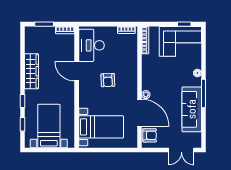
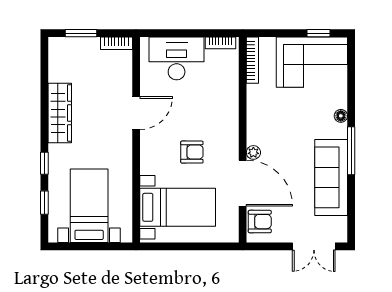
desk: (92, 45) -> (177, 58), moved, turned 90
door: (77, 71) -> (136, 113), swing flipped
armchair: (108, 80) -> (192, 152), moved, turned -88

